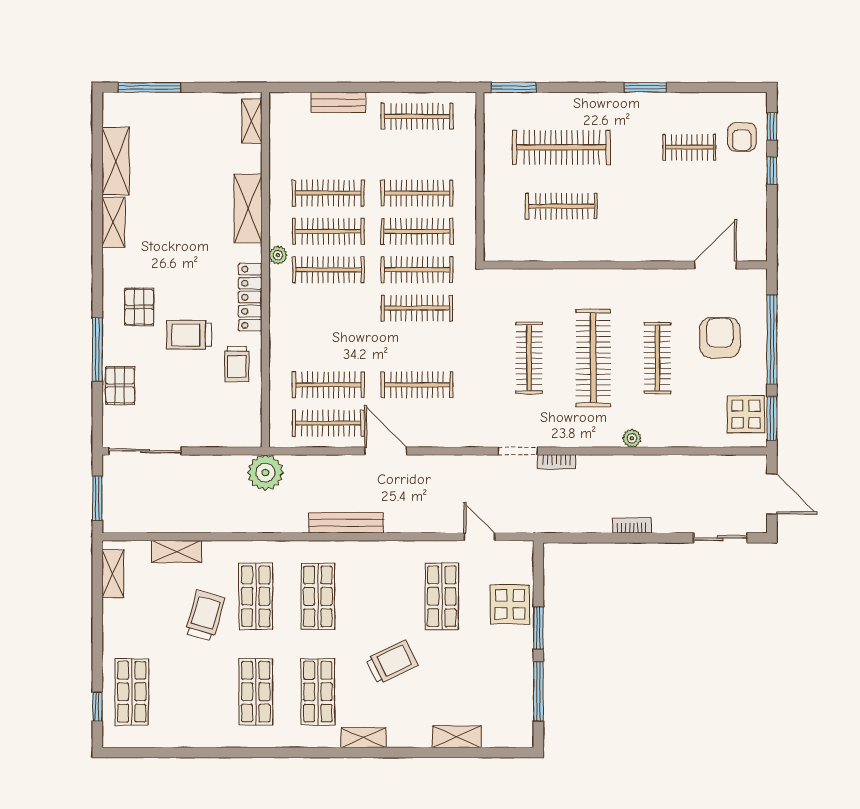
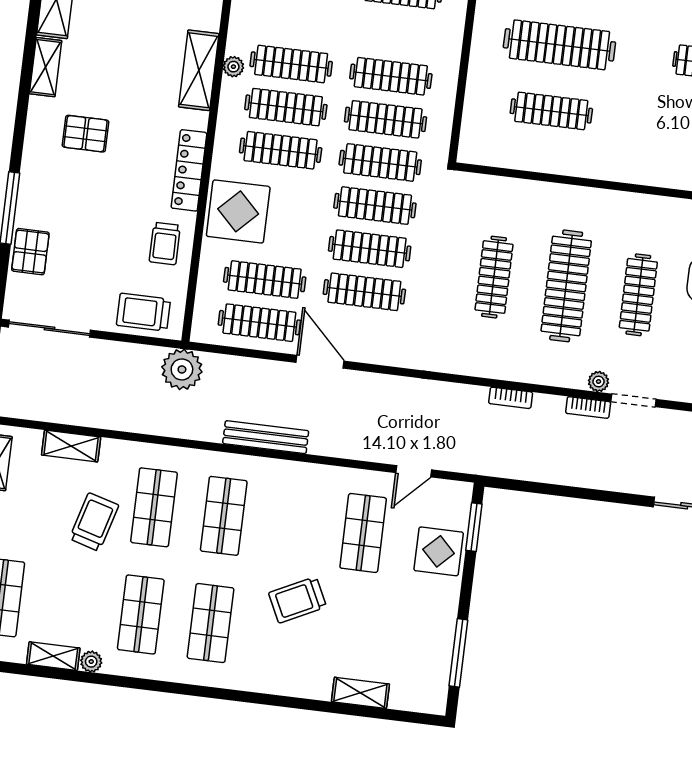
plant: (278, 255) -> (233, 67), moved
pallet: (139, 307) -> (86, 134), moved, turned 90
display table: (298, 328) -> (238, 211), added
trolley: (189, 335) -> (143, 312), moved
clothes rail: (417, 346) -> (370, 249), added
doorway: (518, 451) -> (633, 400), moved
bookcase: (632, 526) -> (588, 407), moved, turned 180
door: (479, 537) -> (414, 471), swing flipped
window: (538, 628) -> (474, 527), moved
trolley: (392, 662) -> (298, 600), turned 180
plant: (217, 738) -> (91, 662), added
shelving: (363, 738) -> (53, 656), moved

